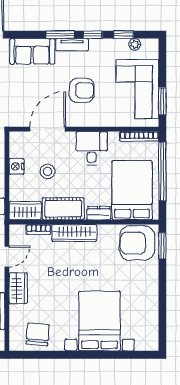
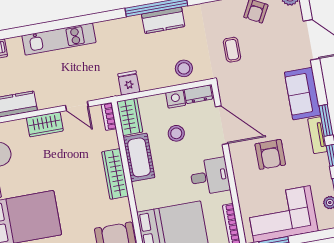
dresser: (99, 213) -> (198, 94), moved, turned 90
bookcase: (38, 229) -> (109, 117), moved

